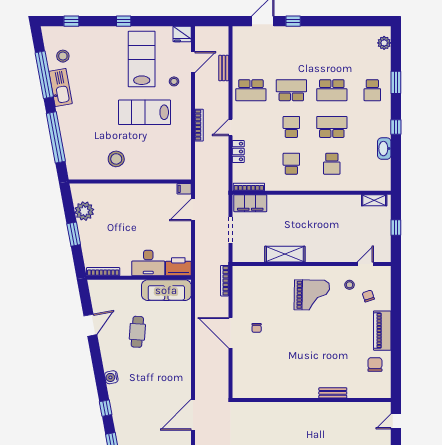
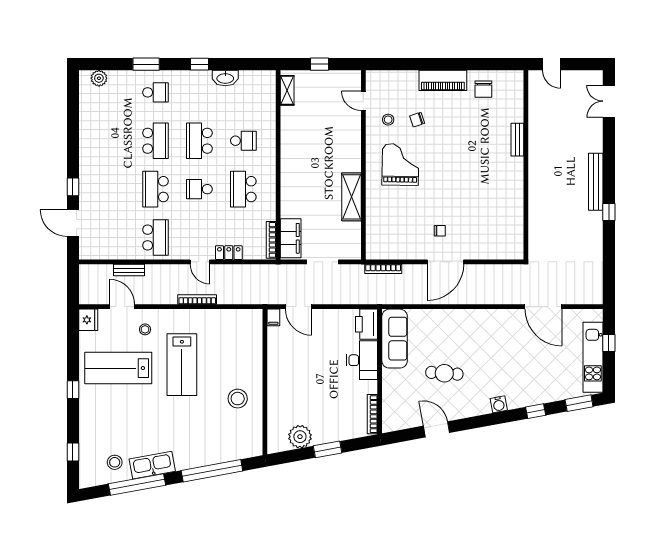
school desk: (291, 164) -> (243, 189), width x1.85
chair: (368, 296) -> (417, 120), moved
chair: (375, 364) -> (483, 89), turned -90

